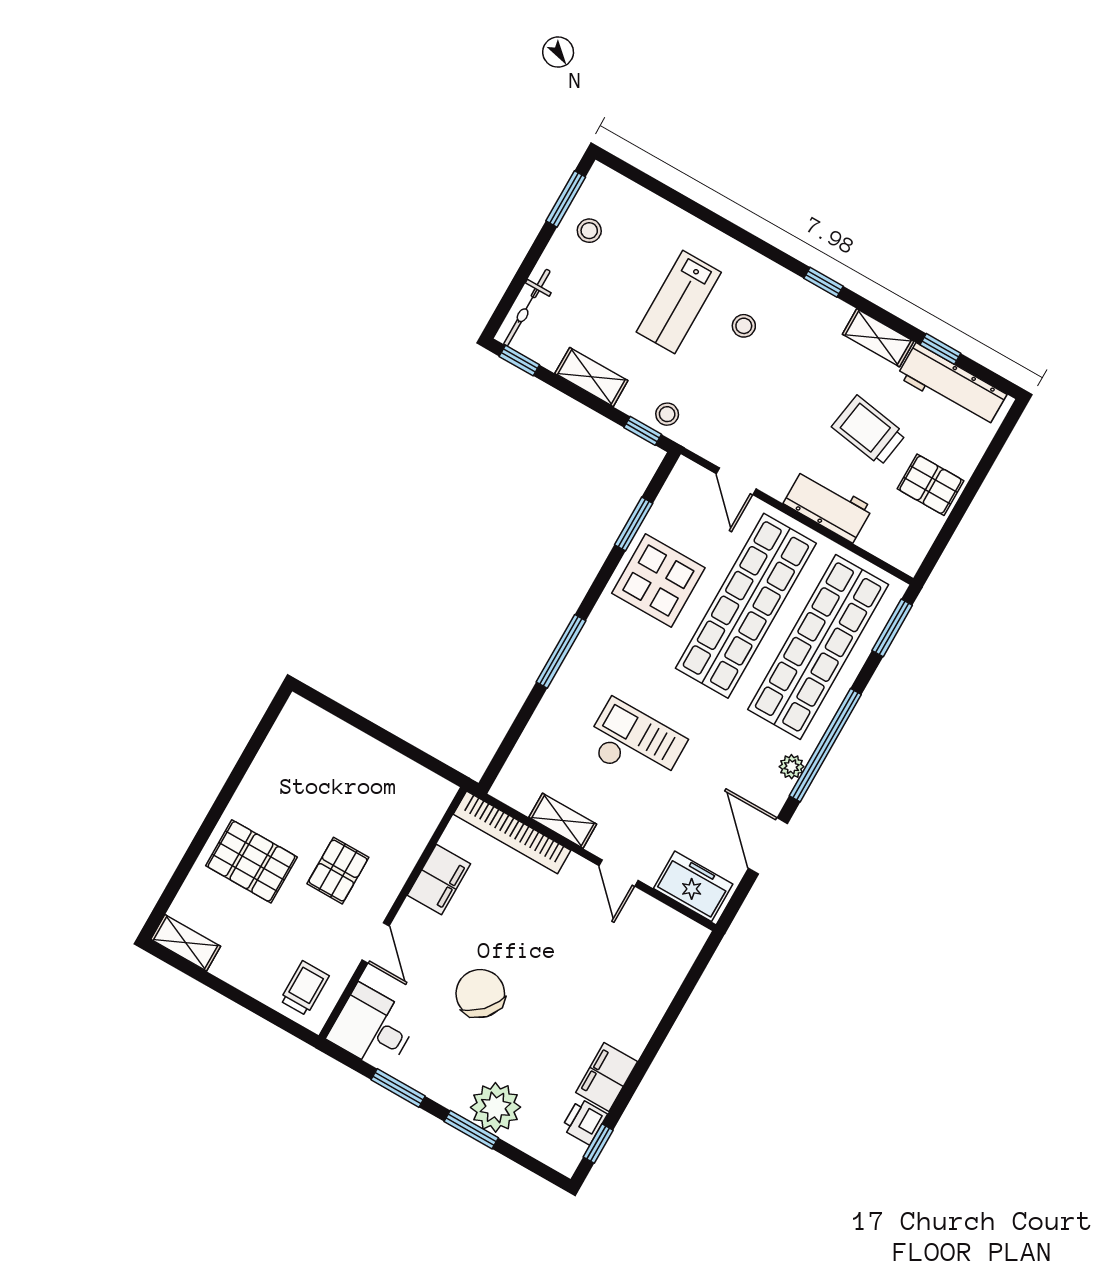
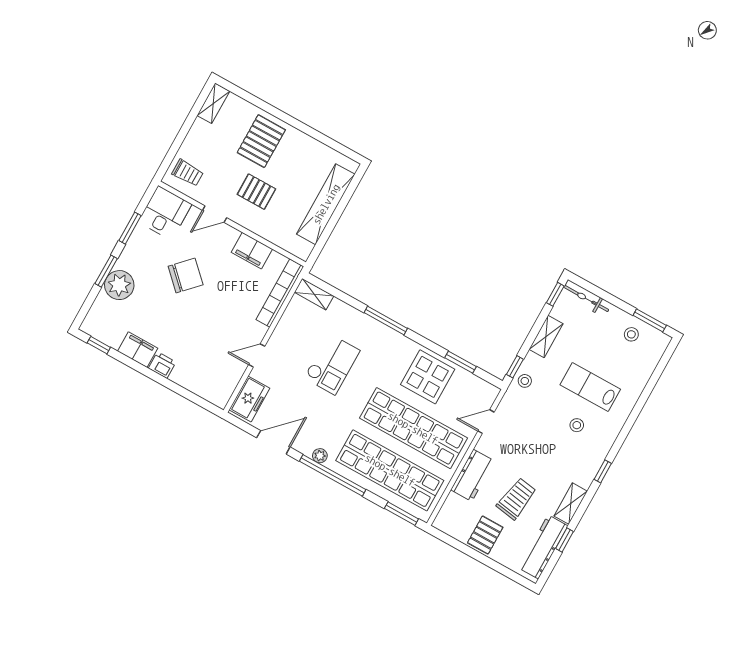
shelving: (361, 752) -> (326, 204), added
shelving: (563, 821) -> (314, 294), moved, turned 90
printer: (584, 1121) -> (162, 365), moved

